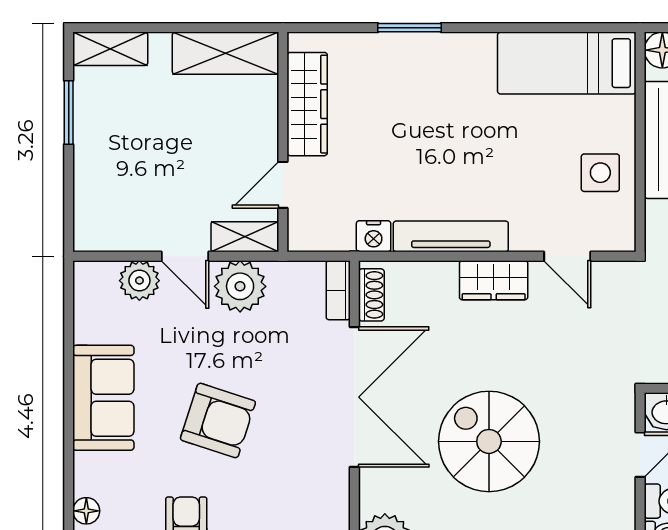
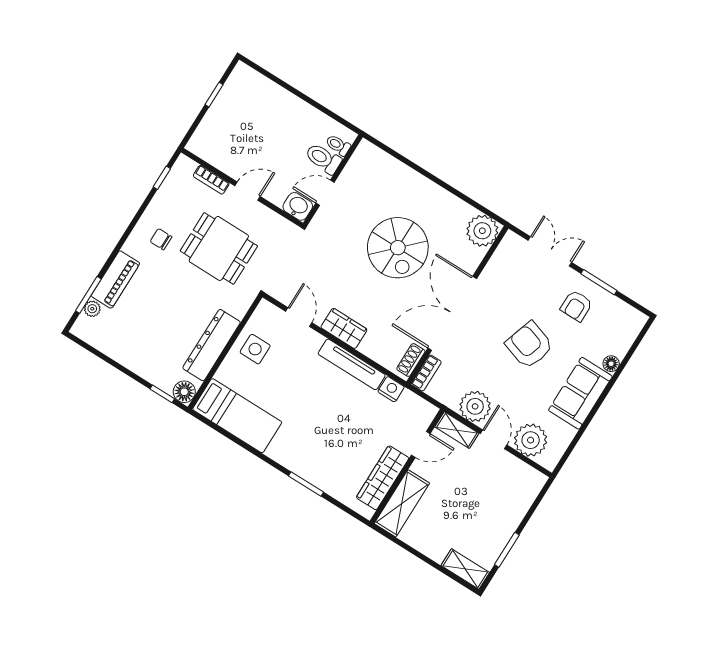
shelving: (226, 53) -> (402, 503), moved, turned 90
plant: (139, 281) -> (531, 440), width x1.36, depth x1.36
floor lamp: (86, 511) -> (611, 364), moved

